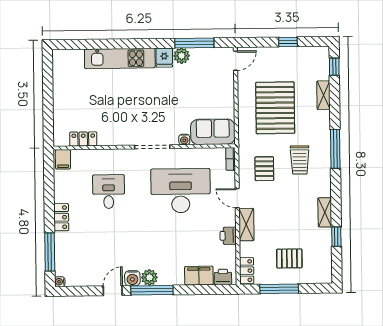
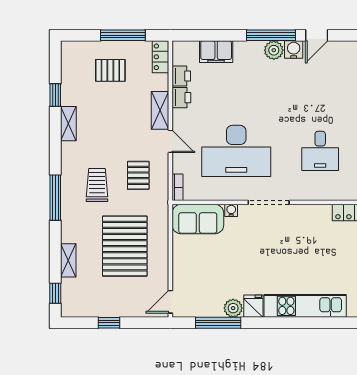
printer: (223, 277) -> (181, 76), moved, turned -90

